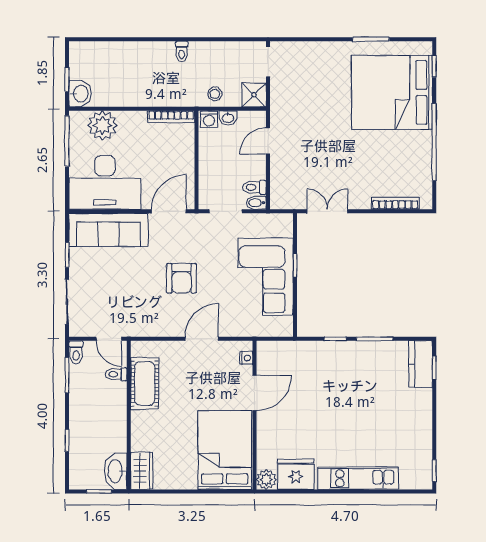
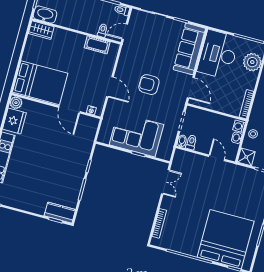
cot: (145, 384) -> (97, 45), width x0.73, depth x0.75

